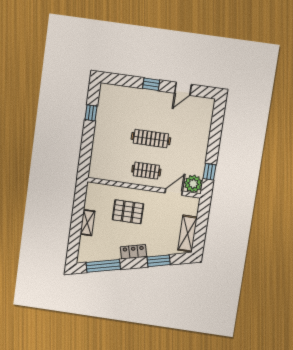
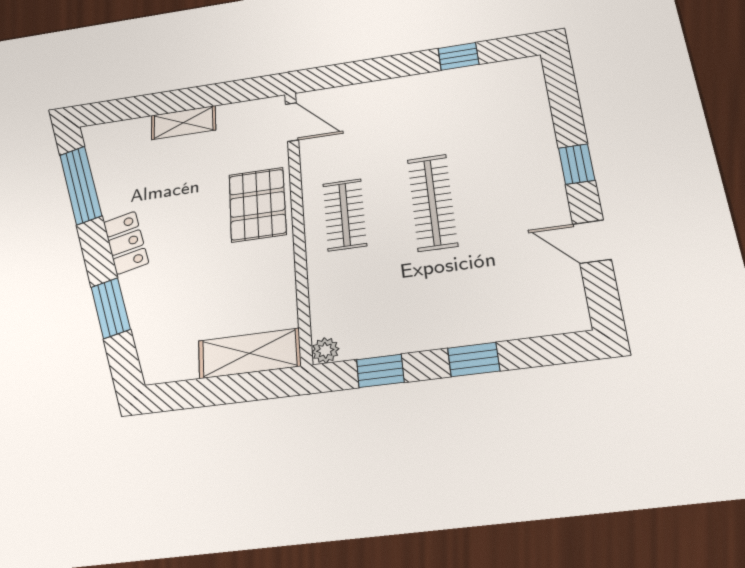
window: (214, 140) -> (474, 359), added
plant: (193, 184) -> (325, 350), width x0.53, depth x0.53
door: (174, 192) -> (292, 122), moved
pallet: (128, 212) -> (257, 204), moved
shelving: (188, 234) -> (249, 353), moved

